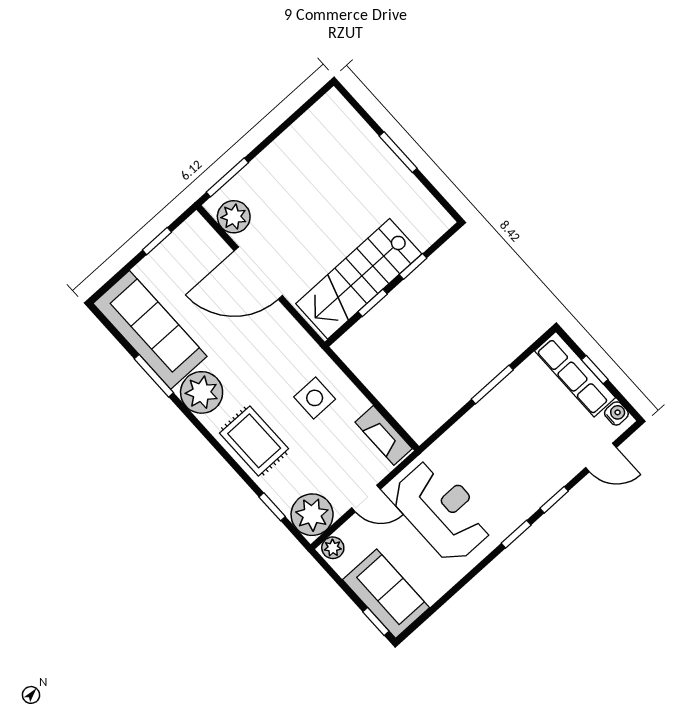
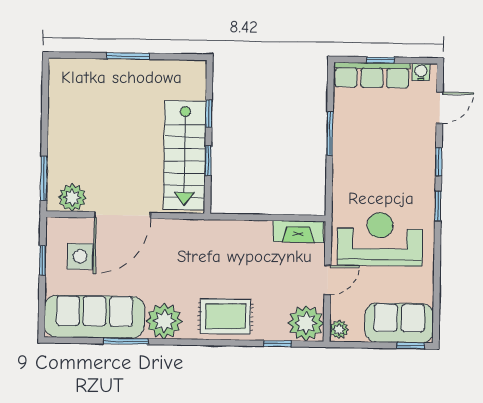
side table: (315, 398) -> (80, 256), moved

